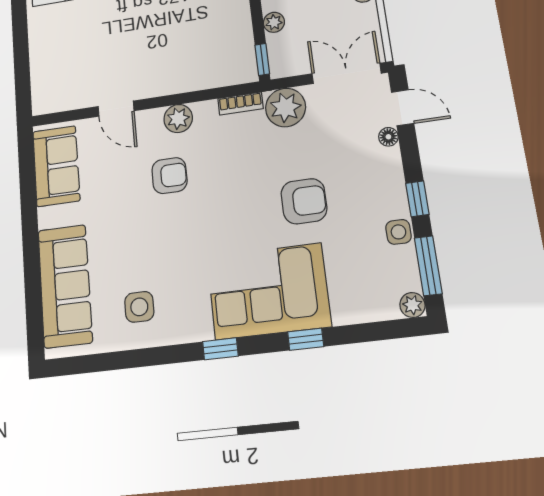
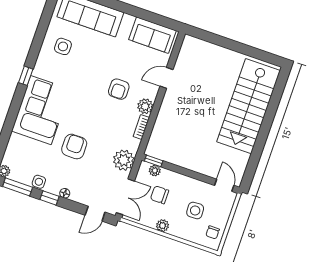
plant: (274, 22) -> (155, 171), moved
chair: (314, 22) -> (160, 195), added
bookcase: (240, 104) -> (141, 127), moved
floor lamp: (388, 137) -> (65, 193), moved
armchair: (304, 201) -> (74, 147), turned 180
window: (306, 339) -> (12, 117), removed

